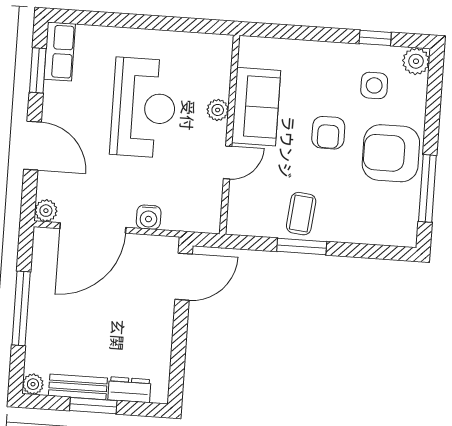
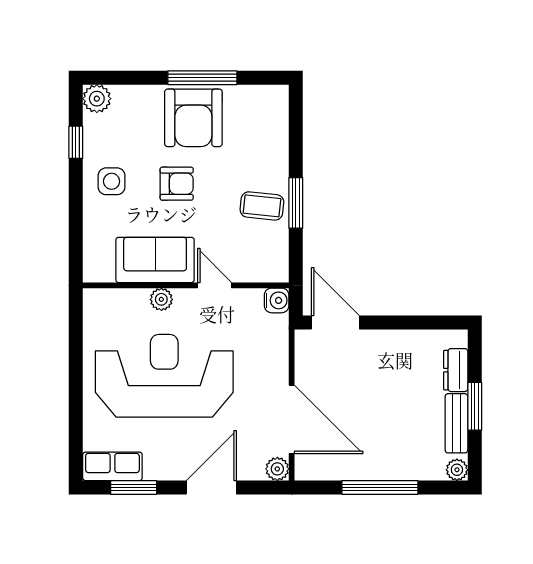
side table: (374, 85) -> (112, 181), moved
reception desk: (144, 108) -> (164, 376), width x1.36, depth x1.30
window: (427, 188) -> (202, 78), moved
water cooler: (149, 217) -> (277, 300), moved

